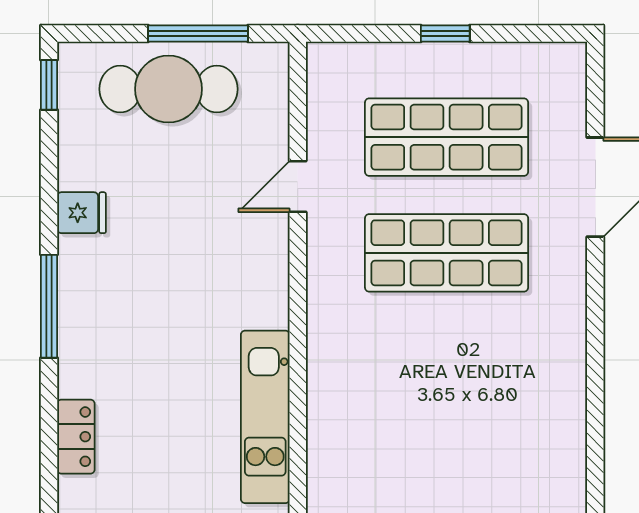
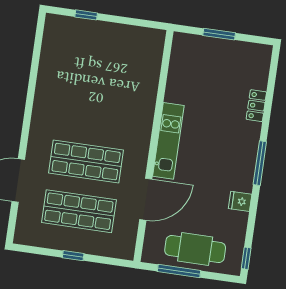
door: (298, 186) -> (146, 199), width x1.88
kitchen unit: (265, 417) -> (168, 141), moved

